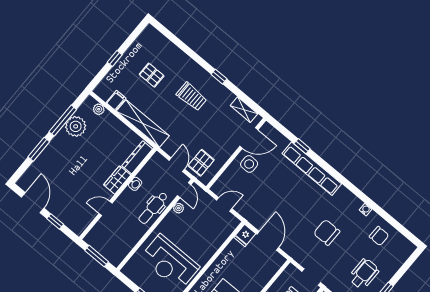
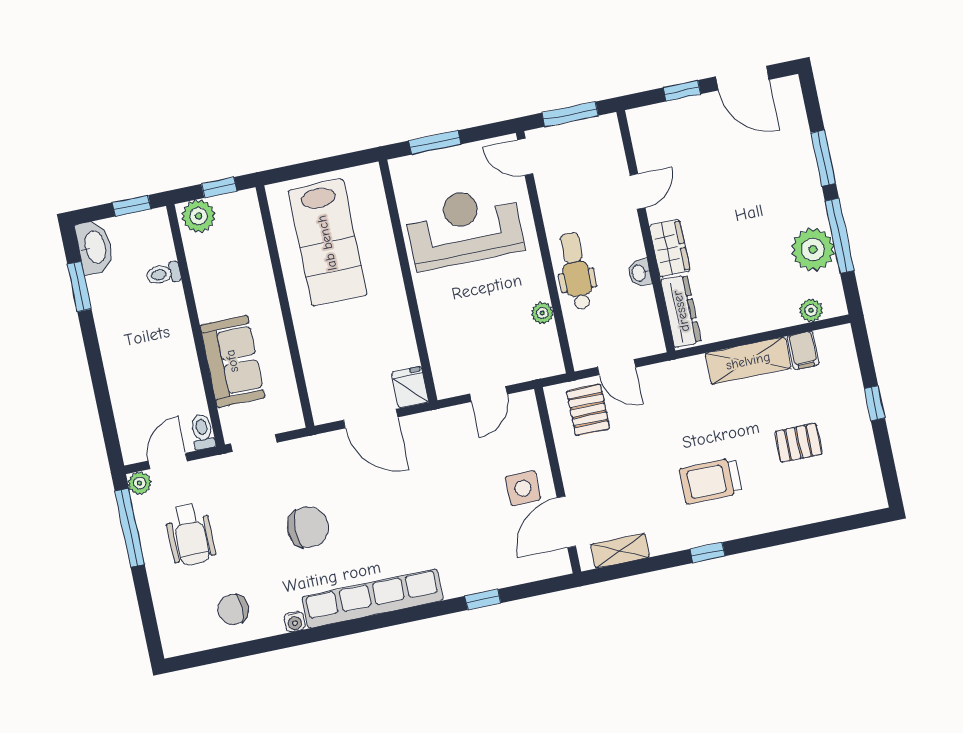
shelving: (143, 124) -> (748, 361), width x0.68
row of seats: (312, 169) -> (373, 599), moved
door: (184, 190) -> (525, 157), moved

